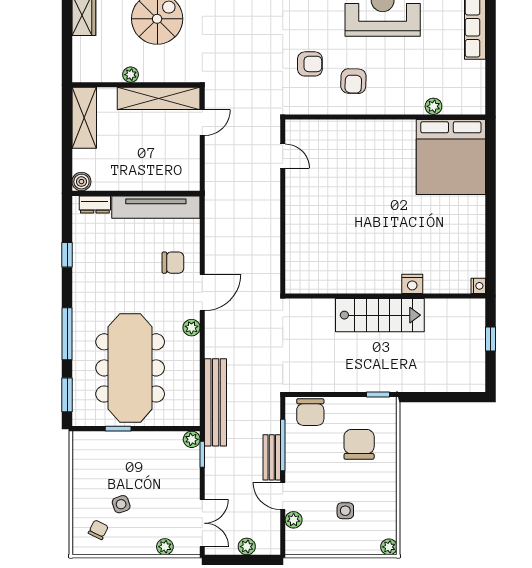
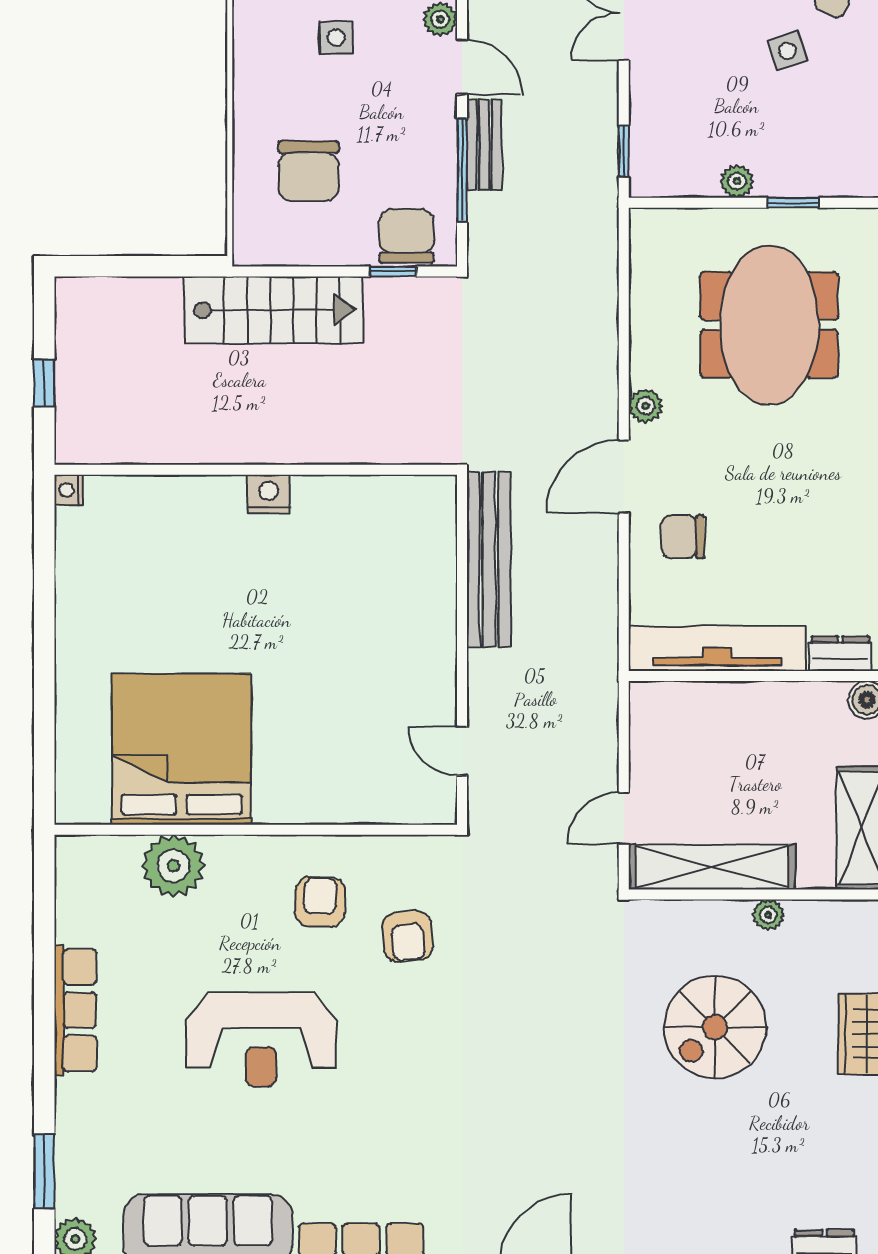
armchair: (310, 64) -> (407, 936), turned -96
plant: (433, 106) -> (173, 866), width x1.88, depth x1.88
bed: (451, 157) -> (182, 749), moved
nightstand: (412, 284) -> (269, 494), moved
stairs: (380, 315) -> (274, 310), moved, turned 180
meeting table: (130, 368) -> (769, 325), width x0.73
window: (378, 394) -> (393, 271), moved
bench: (216, 402) -> (489, 560), moved
plant: (192, 439) -> (737, 181), moved

